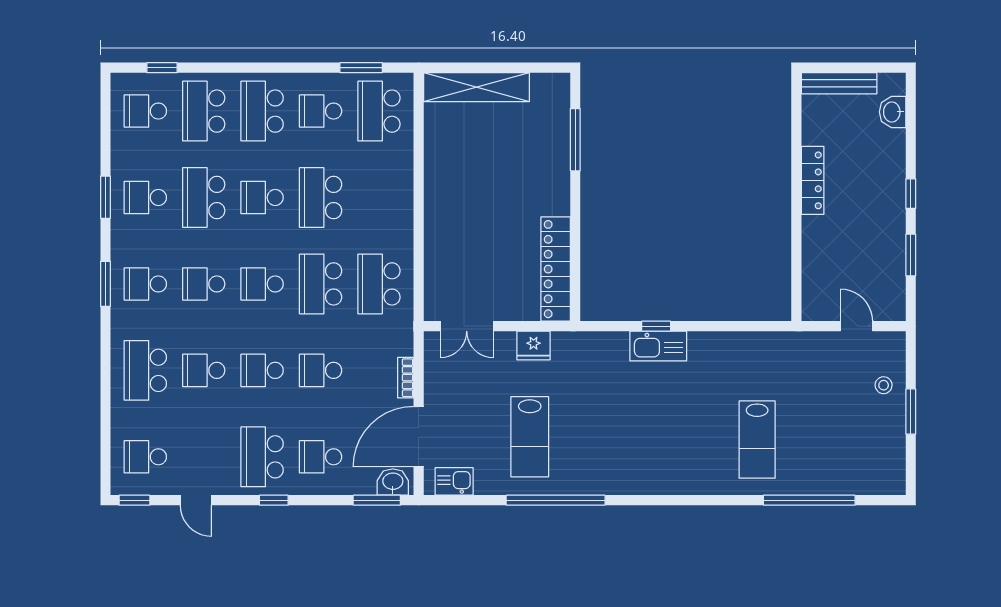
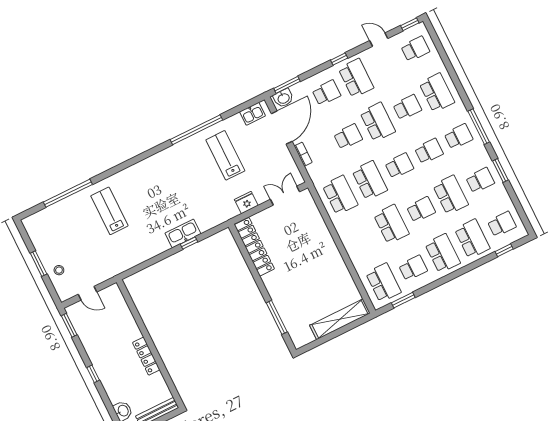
window: (911, 255) -> (69, 325), moved
window: (106, 284) -> (479, 127), width x1.44
school desk: (262, 370) -> (378, 122), width x1.85

